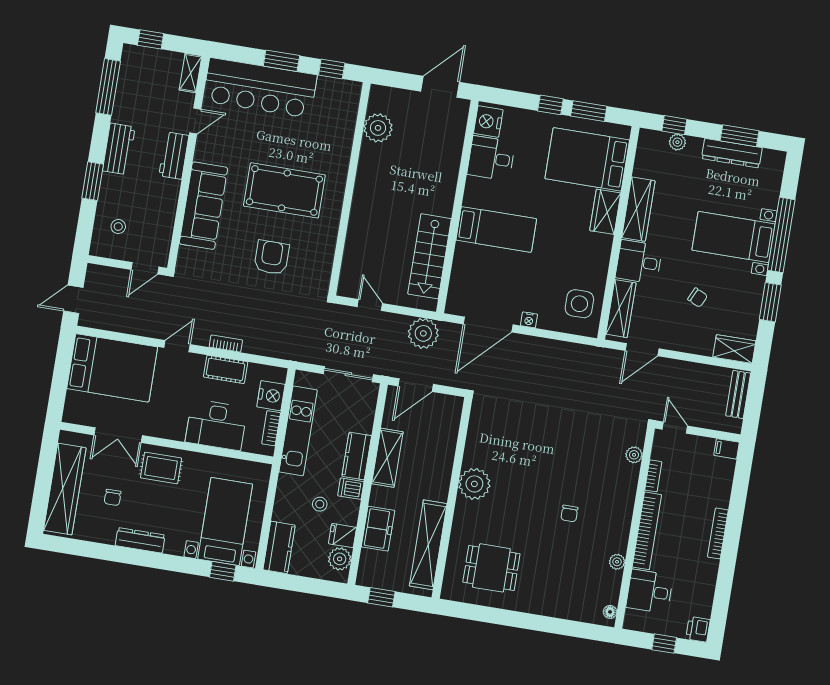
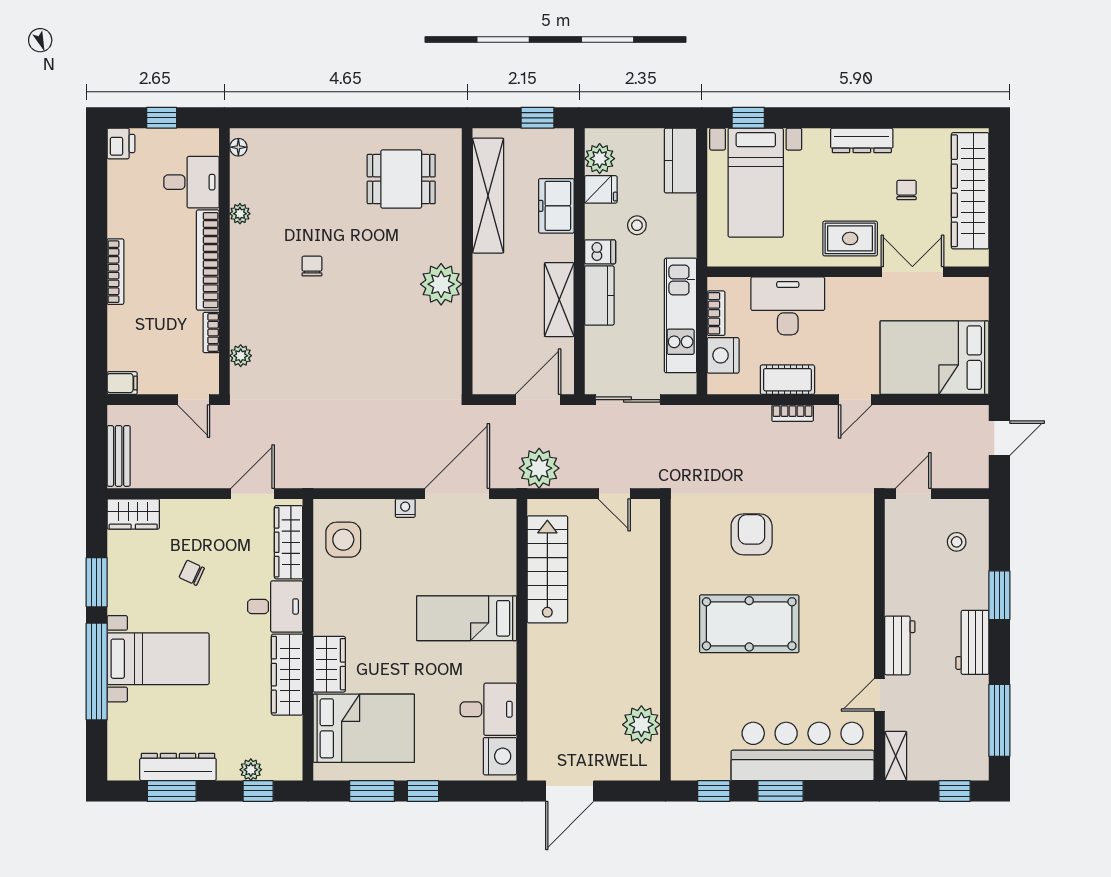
sofa: (203, 206) -> (851, 587), removed
armchair: (272, 257) -> (752, 534), turned 180

